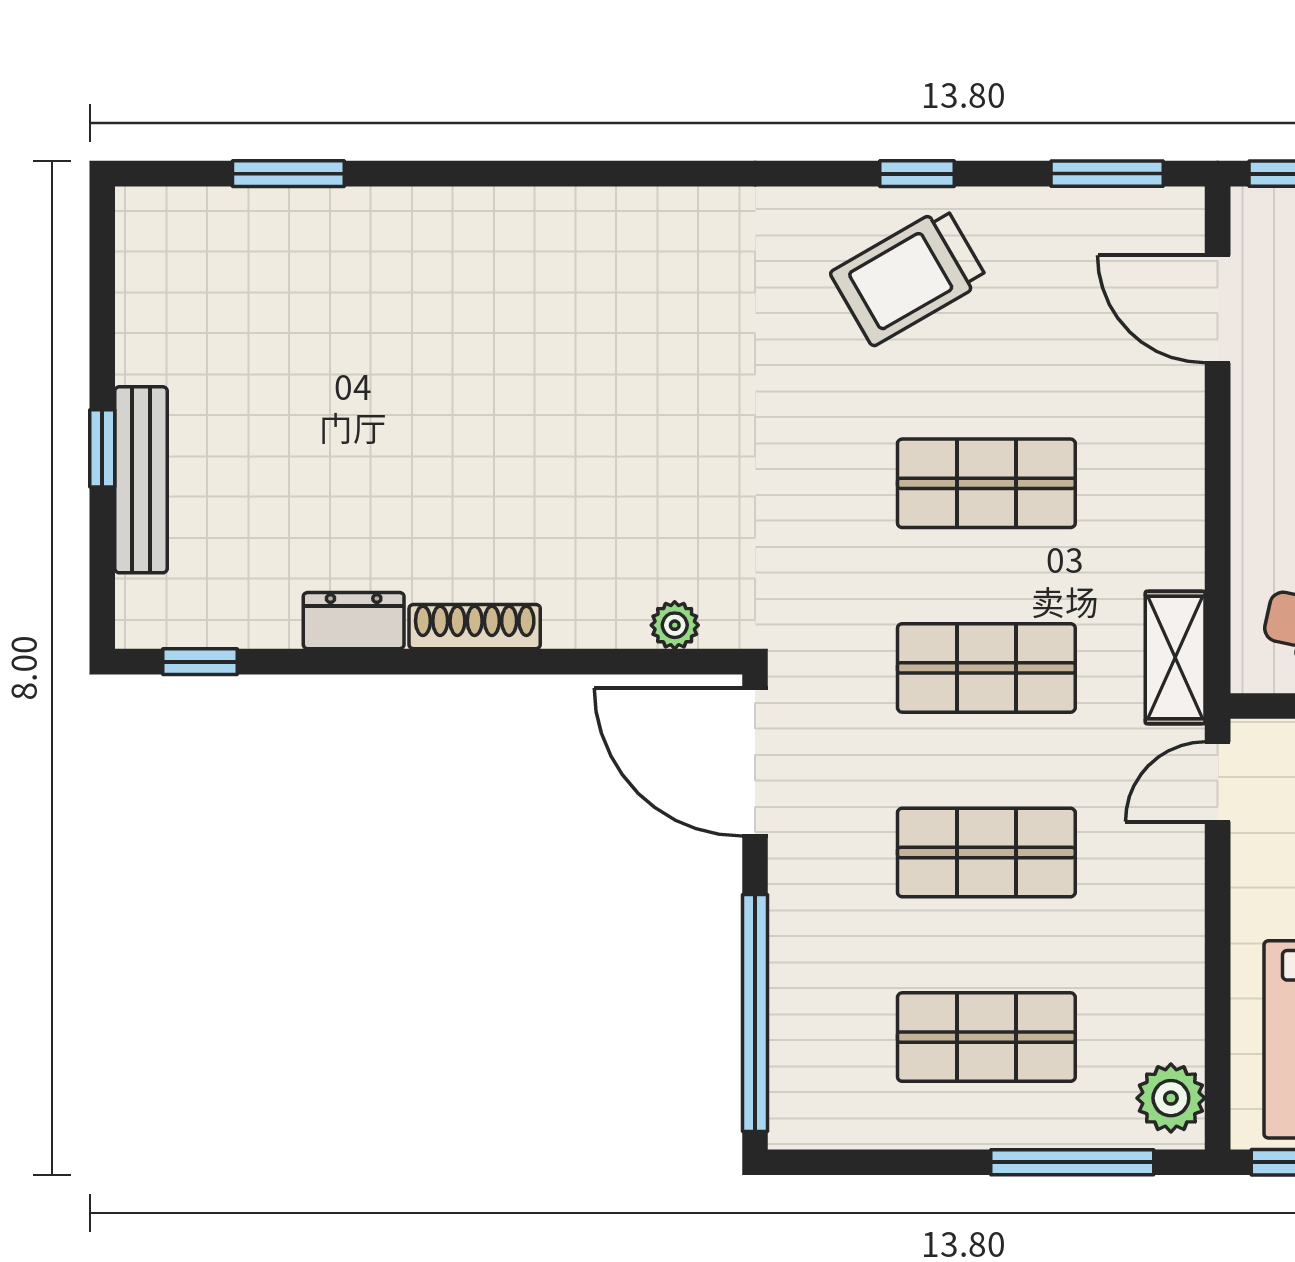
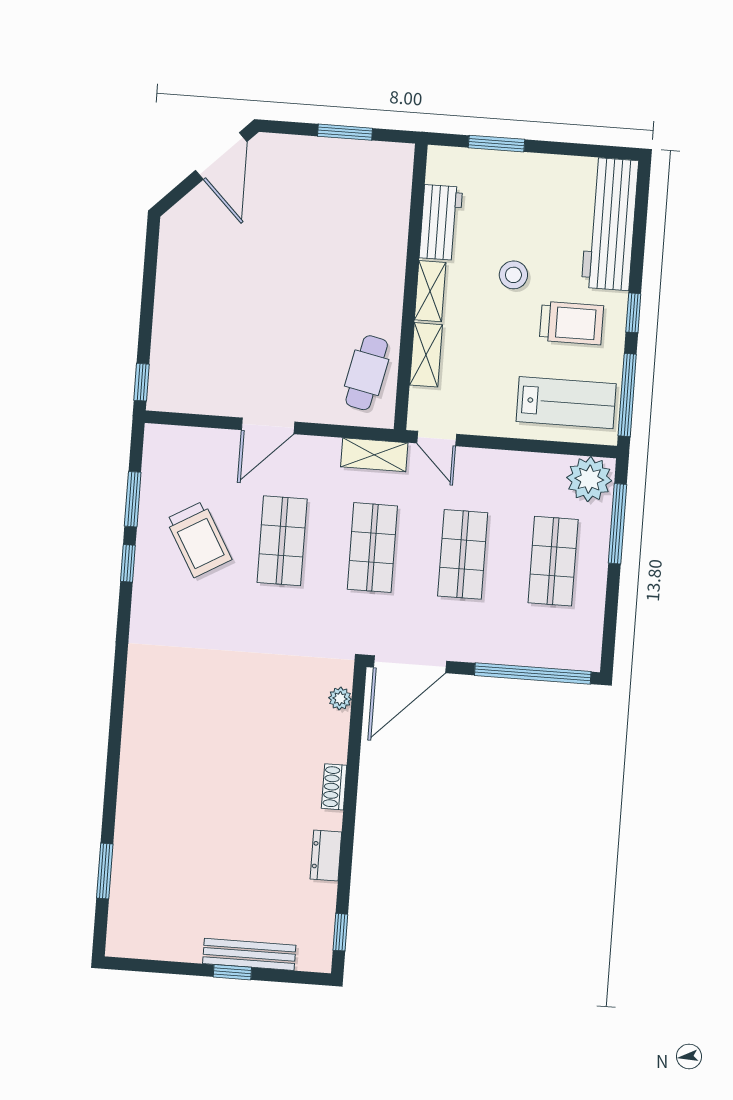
window: (1107, 174) -> (133, 499), moved
trolley: (909, 276) -> (199, 539), moved
door: (1218, 309) -> (268, 426), moved
shoe rack: (475, 627) -> (334, 787), width x0.70
plant: (1171, 1098) -> (589, 479), width x1.36, depth x1.36

